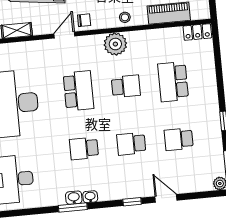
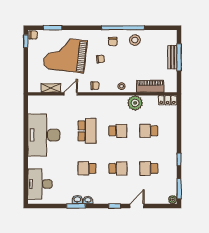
door: (64, 35) -> (71, 94), moved
plant: (115, 44) -> (135, 103), moved
school desk: (173, 82) -> (149, 131), width x0.54
school desk: (131, 144) -> (118, 168), turned 180
door: (166, 198) -> (137, 206), hinge flipped

